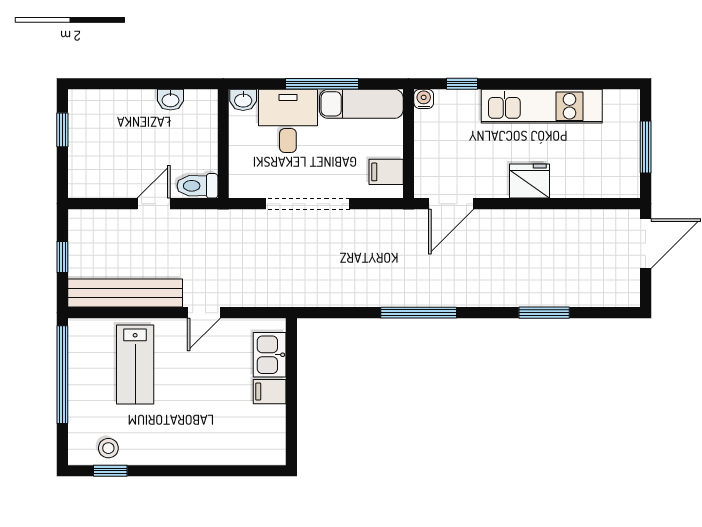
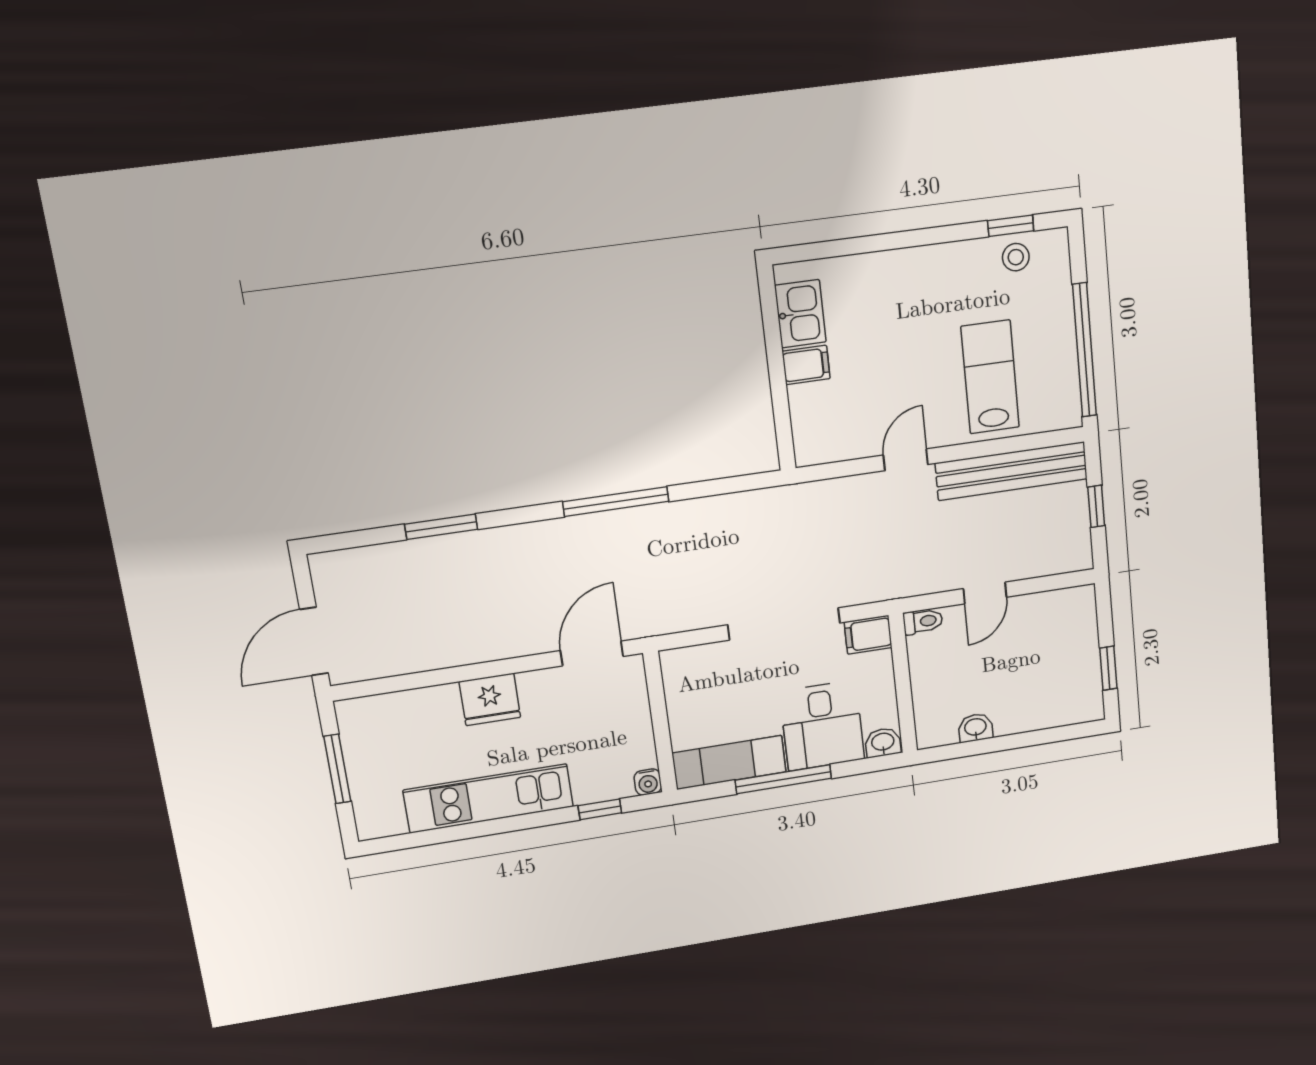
filing cabinet: (386, 172) -> (868, 635), moved, turned 180
toilet: (197, 186) -> (923, 621), width x0.73, depth x0.72
kitchen sink: (270, 355) -> (800, 314), moved

